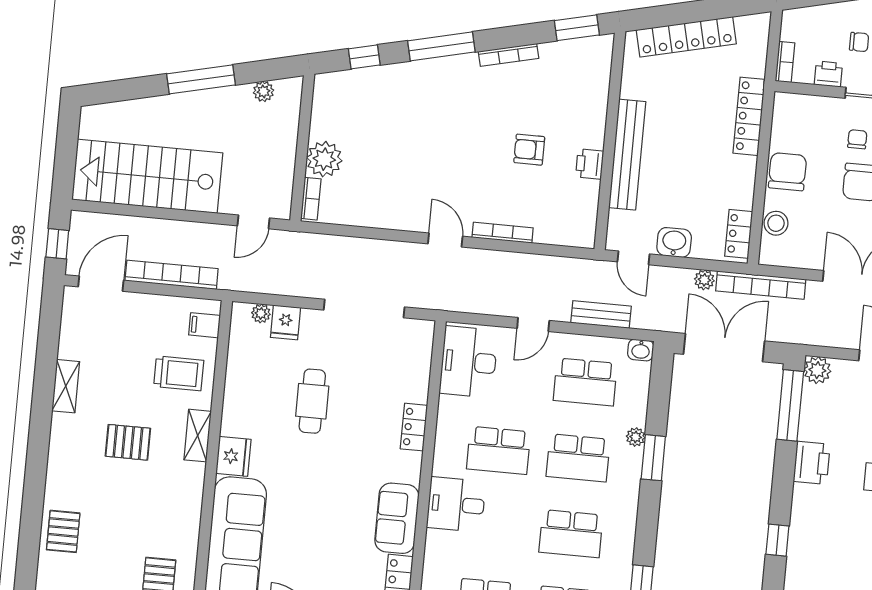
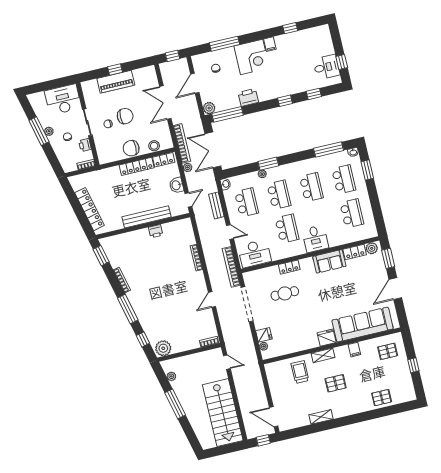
locker: (749, 116) -> (137, 166), moved
armchair: (529, 150) -> (158, 258), removed
plant: (324, 159) -> (163, 348), moved
door: (445, 240) -> (212, 300), moved
bookcase: (172, 275) -> (231, 267), moved
filing cabinet: (205, 325) -> (354, 350), moved
cafe table: (312, 401) -> (285, 293), moved
pallet: (128, 442) -> (336, 383), turned 90

